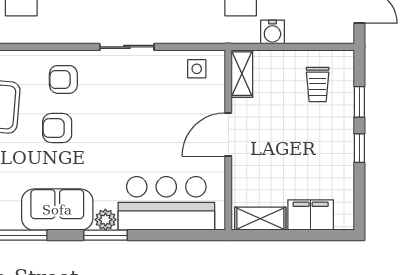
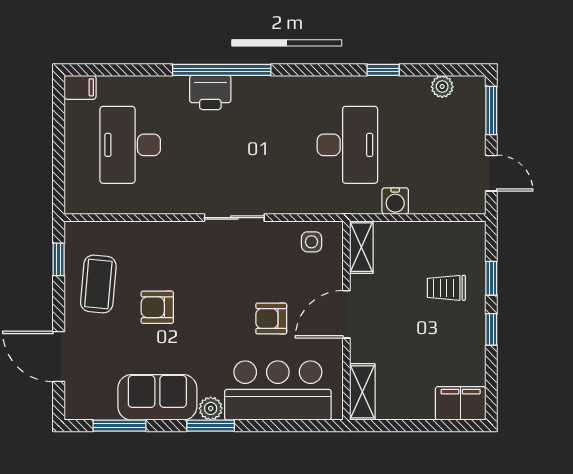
armchair: (63, 79) -> (271, 319), moved
trolley: (318, 84) -> (446, 288), moved, turned 90
filing cabinet: (311, 215) -> (461, 403), moved
shelving: (260, 219) -> (362, 392), moved, turned 90

